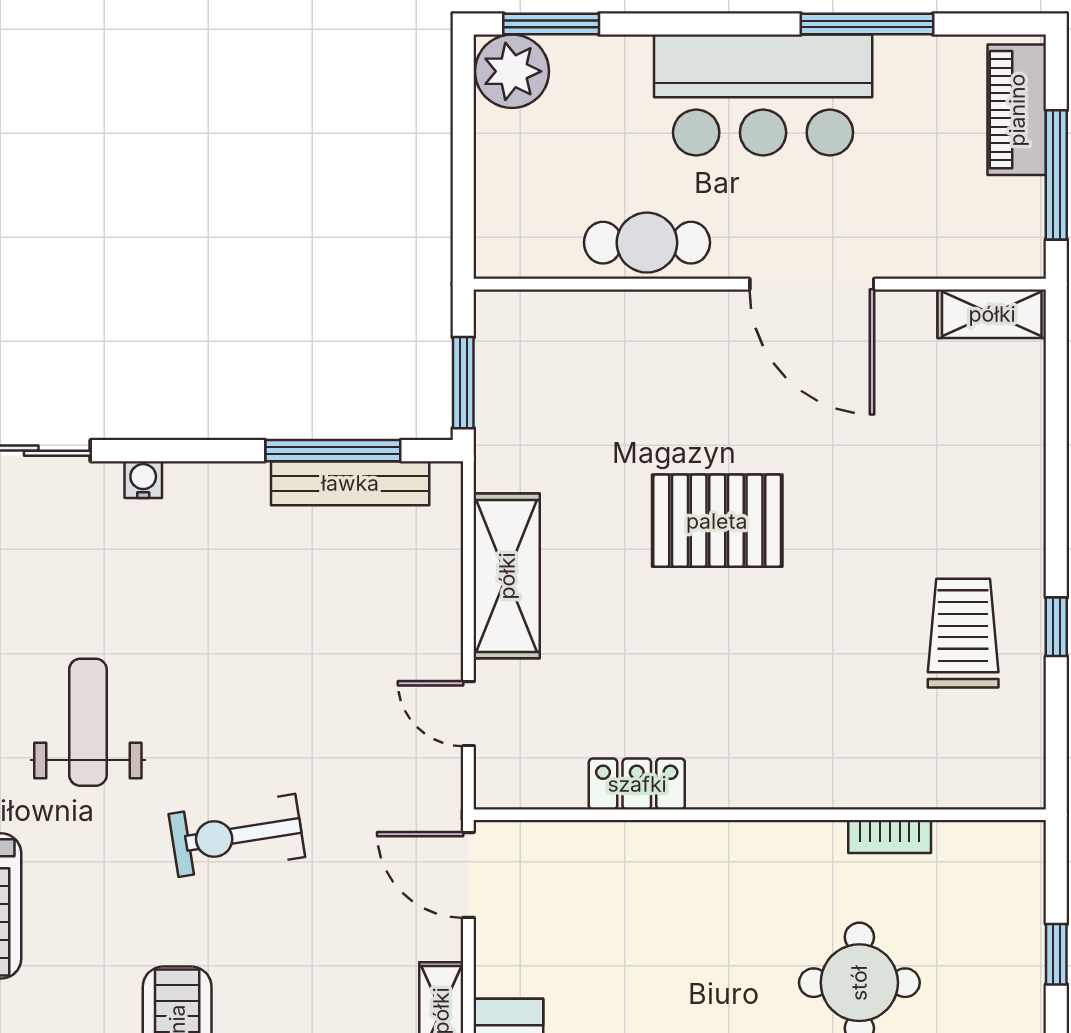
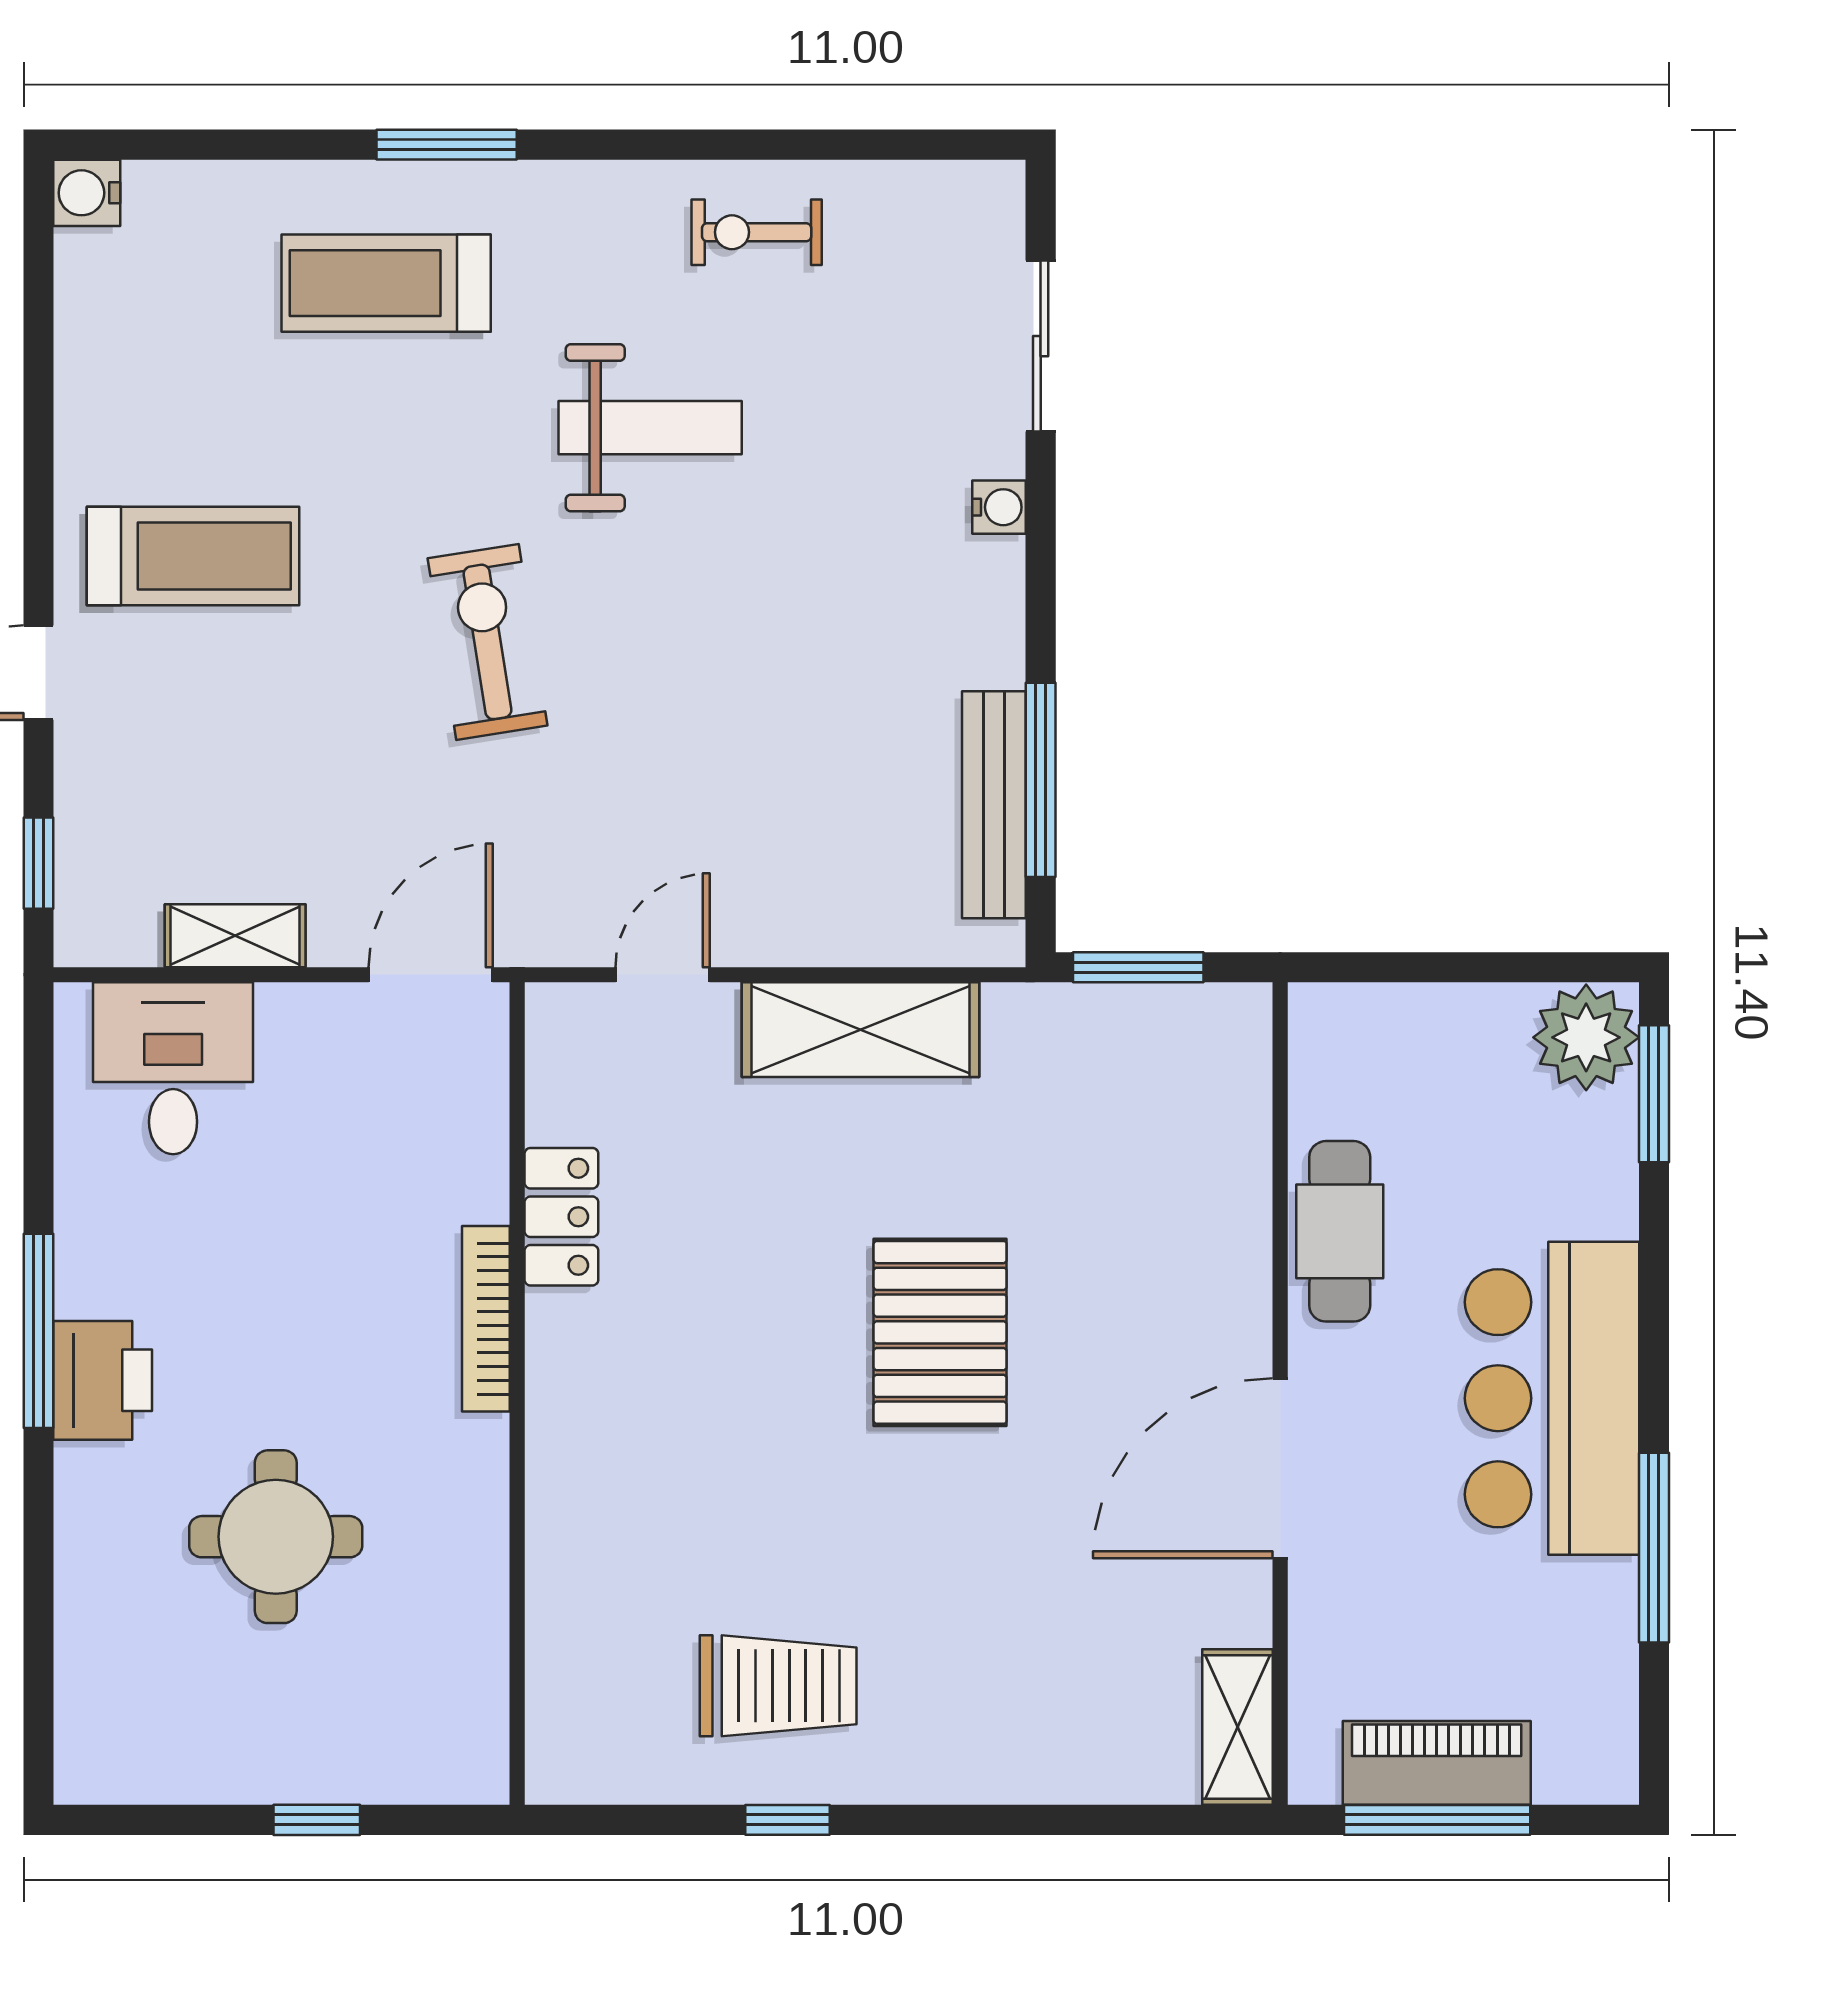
piano: (1017, 110) -> (1437, 1763), moved
bookcase: (890, 837) -> (486, 1319), moved, width x1.56

